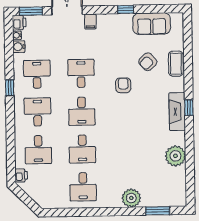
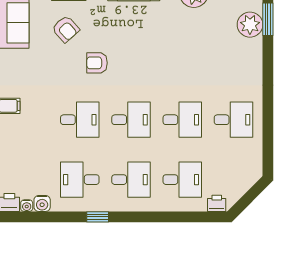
desk: (81, 73) -> (80, 120), turned 180
desk: (38, 112) -> (131, 180), turned 180
plant: (131, 198) -> (250, 25), moved

